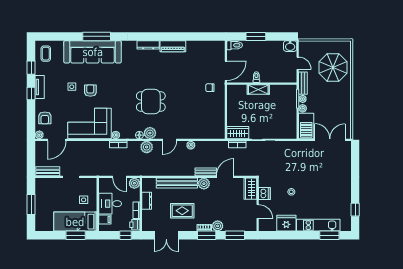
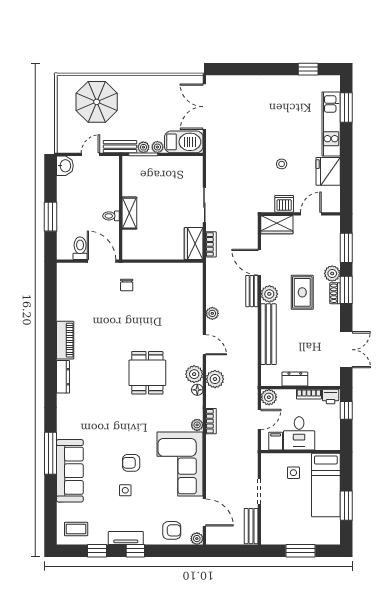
toilet: (235, 45) -> (80, 248), moved
sofa: (93, 52) -> (70, 471), width x0.74, depth x0.79
rug: (182, 211) -> (302, 292), moved
filing cabinet: (105, 219) -> (276, 441), moved
window: (76, 235) -> (346, 506), moved

